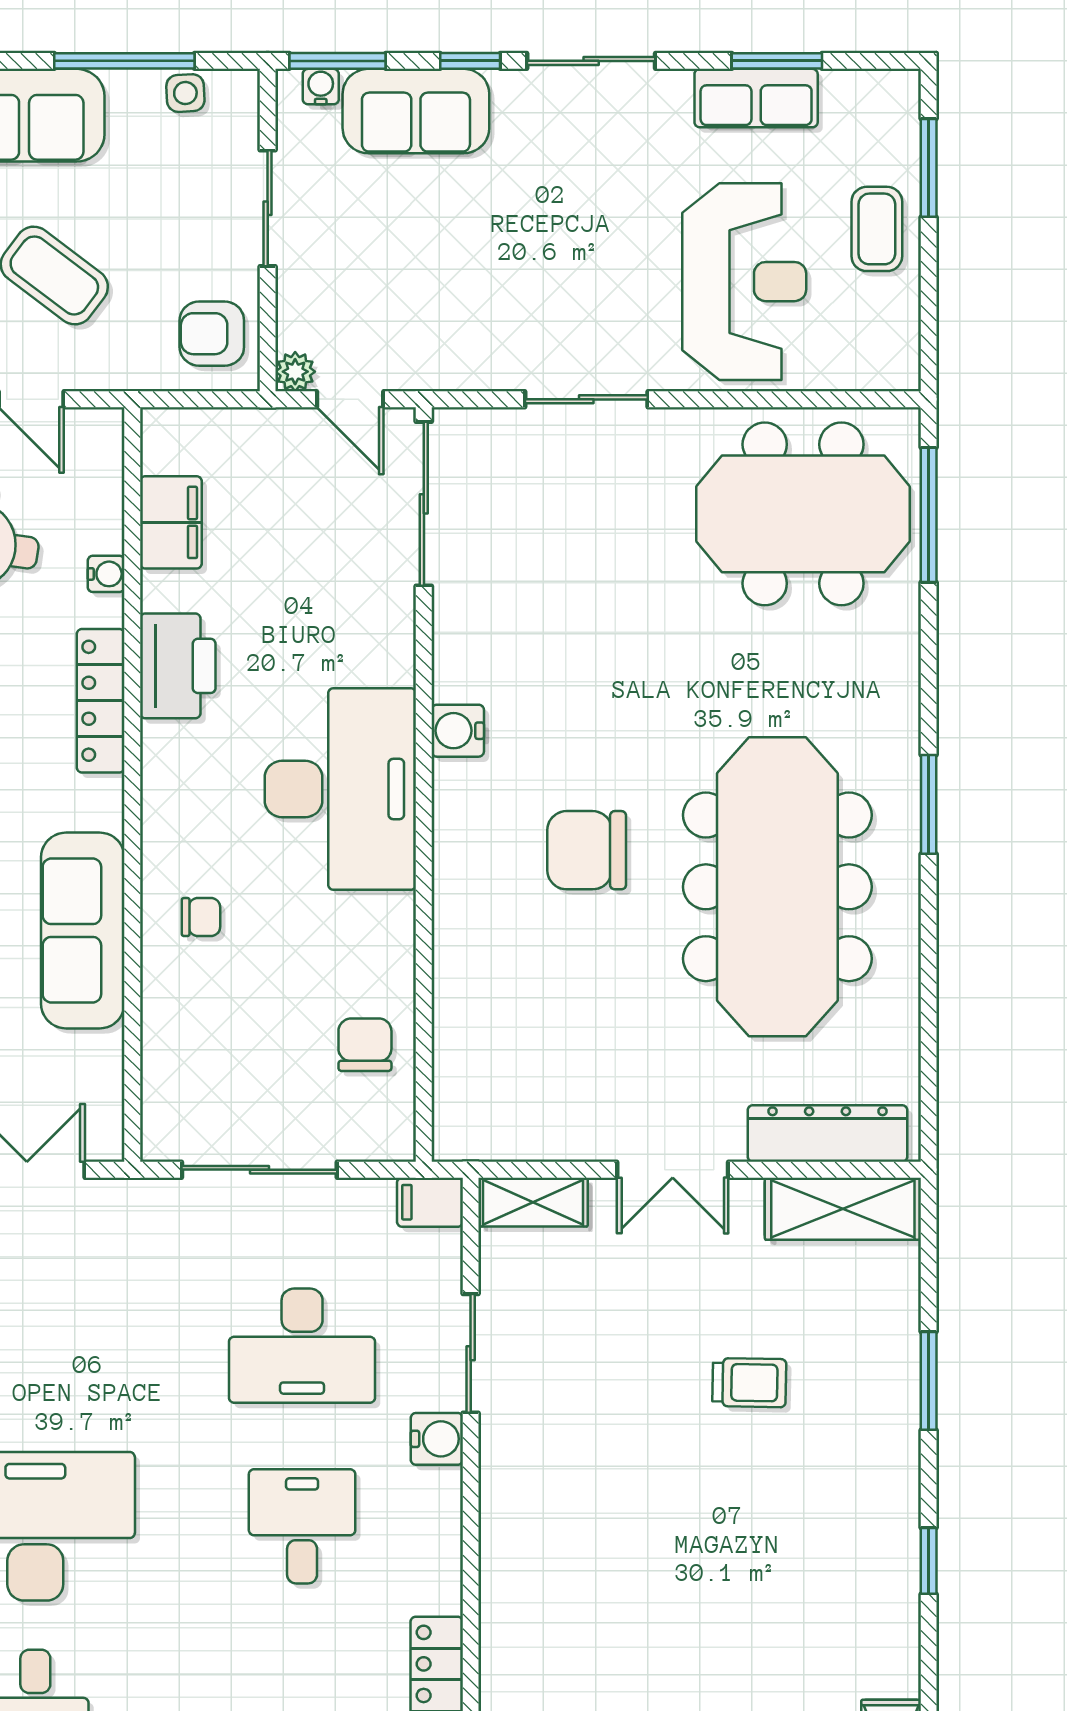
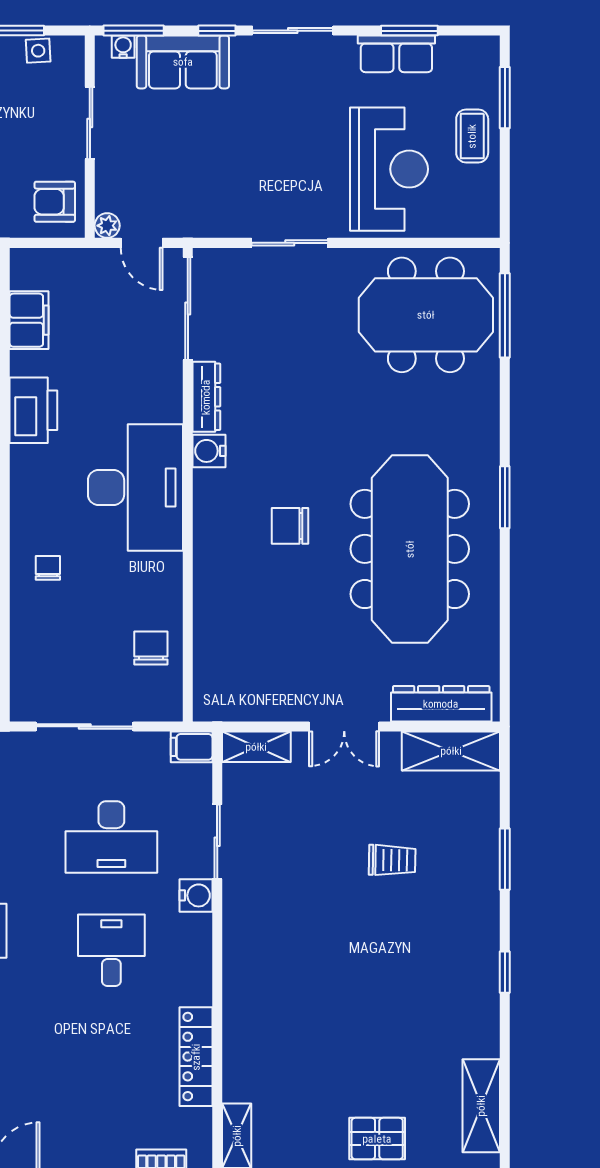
dresser: (453, 644) -> (206, 397), added
chair: (587, 850) -> (290, 526), width x0.73, depth x0.73
chair: (201, 917) -> (48, 568), turned -90

